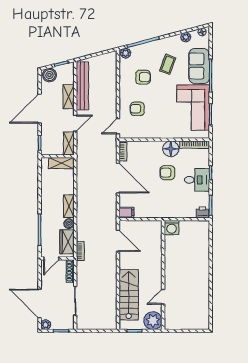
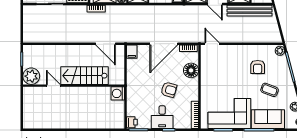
armchair: (137, 109) -> (228, 62), removed
floor lamp: (171, 149) -> (191, 70), moved
armchair: (167, 173) -> (169, 90), turned 106
door: (118, 241) -> (105, 44), hinge flipped
stairs: (129, 295) -> (85, 76), moved, turned 180

